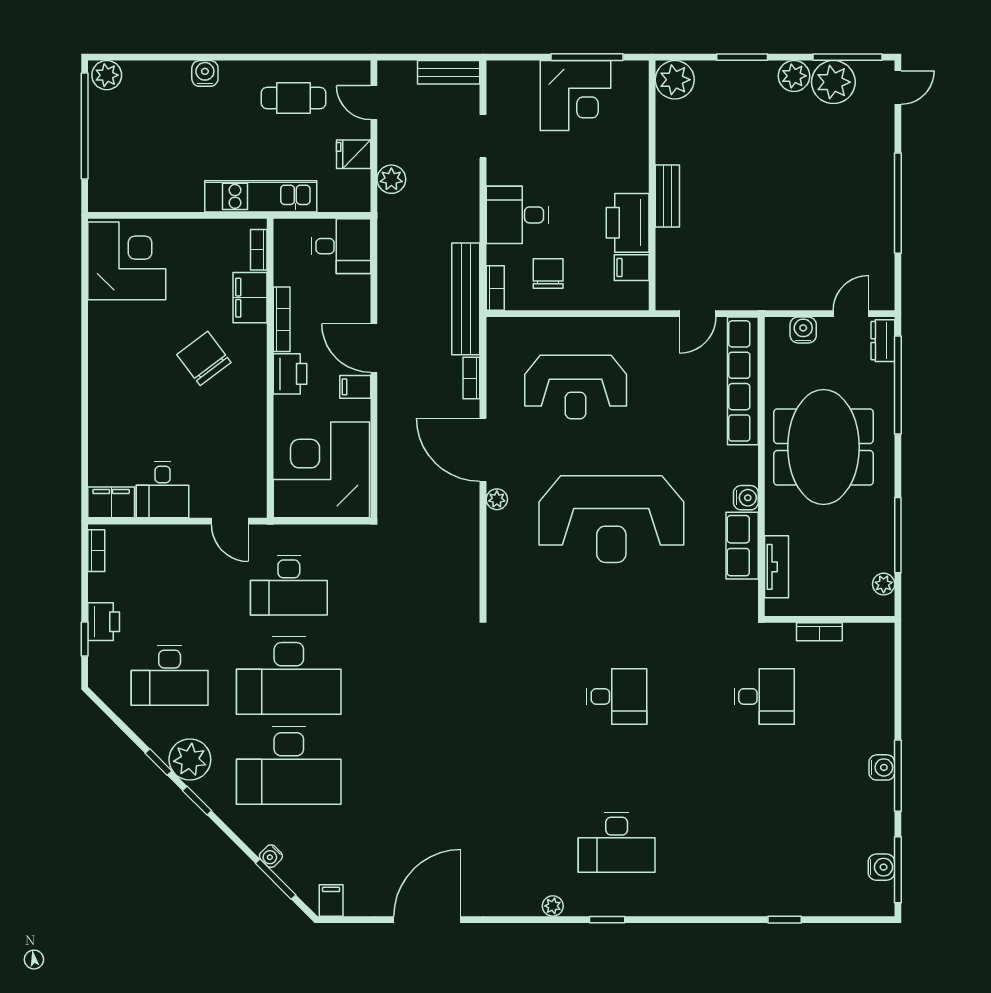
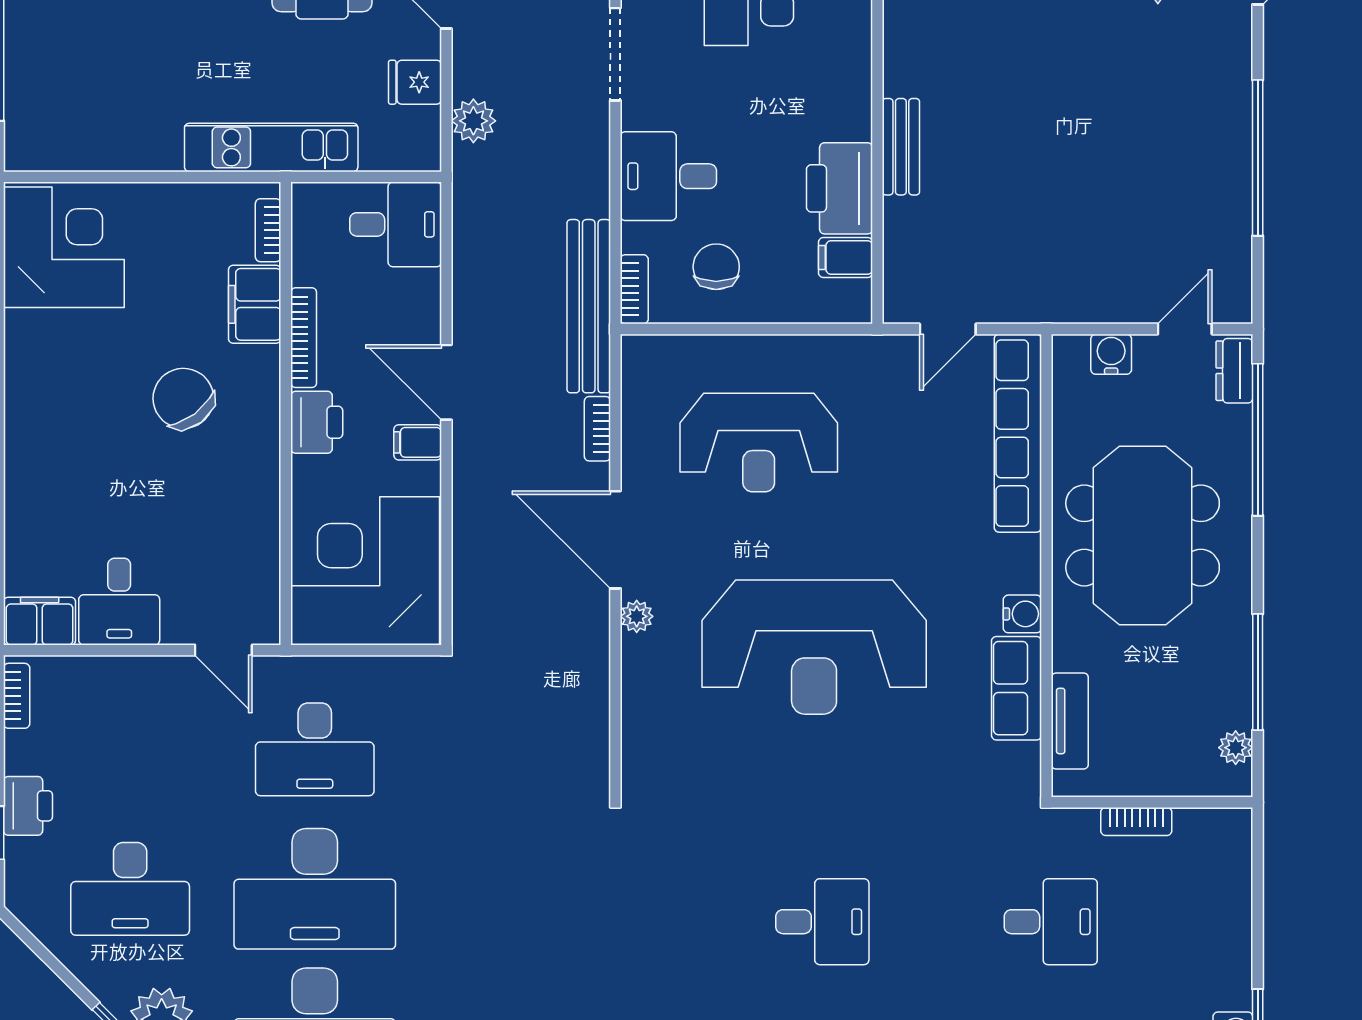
doorway: (483, 136) -> (615, 54), width x1.38

